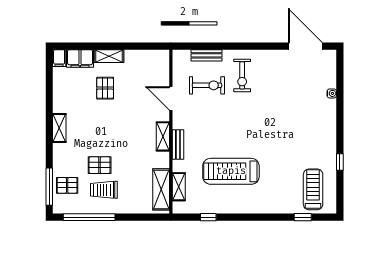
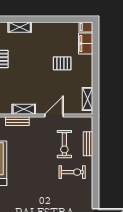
shelving: (109, 56) -> (88, 99), moved
exercise bike: (242, 75) -> (72, 172), turned 180
shelving: (59, 128) -> (20, 27), moved

